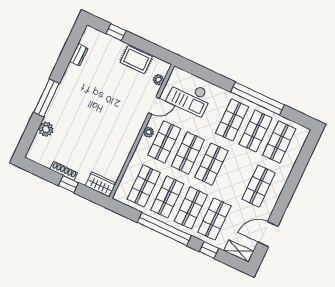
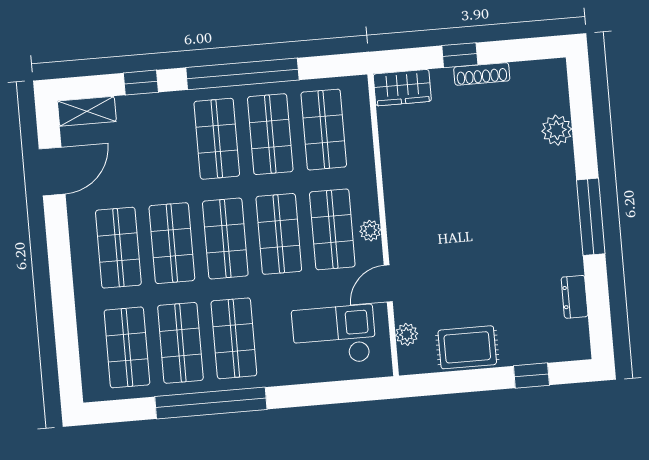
window: (46, 98) -> (591, 217), moved
shop shelf: (214, 219) -> (172, 243), moved

